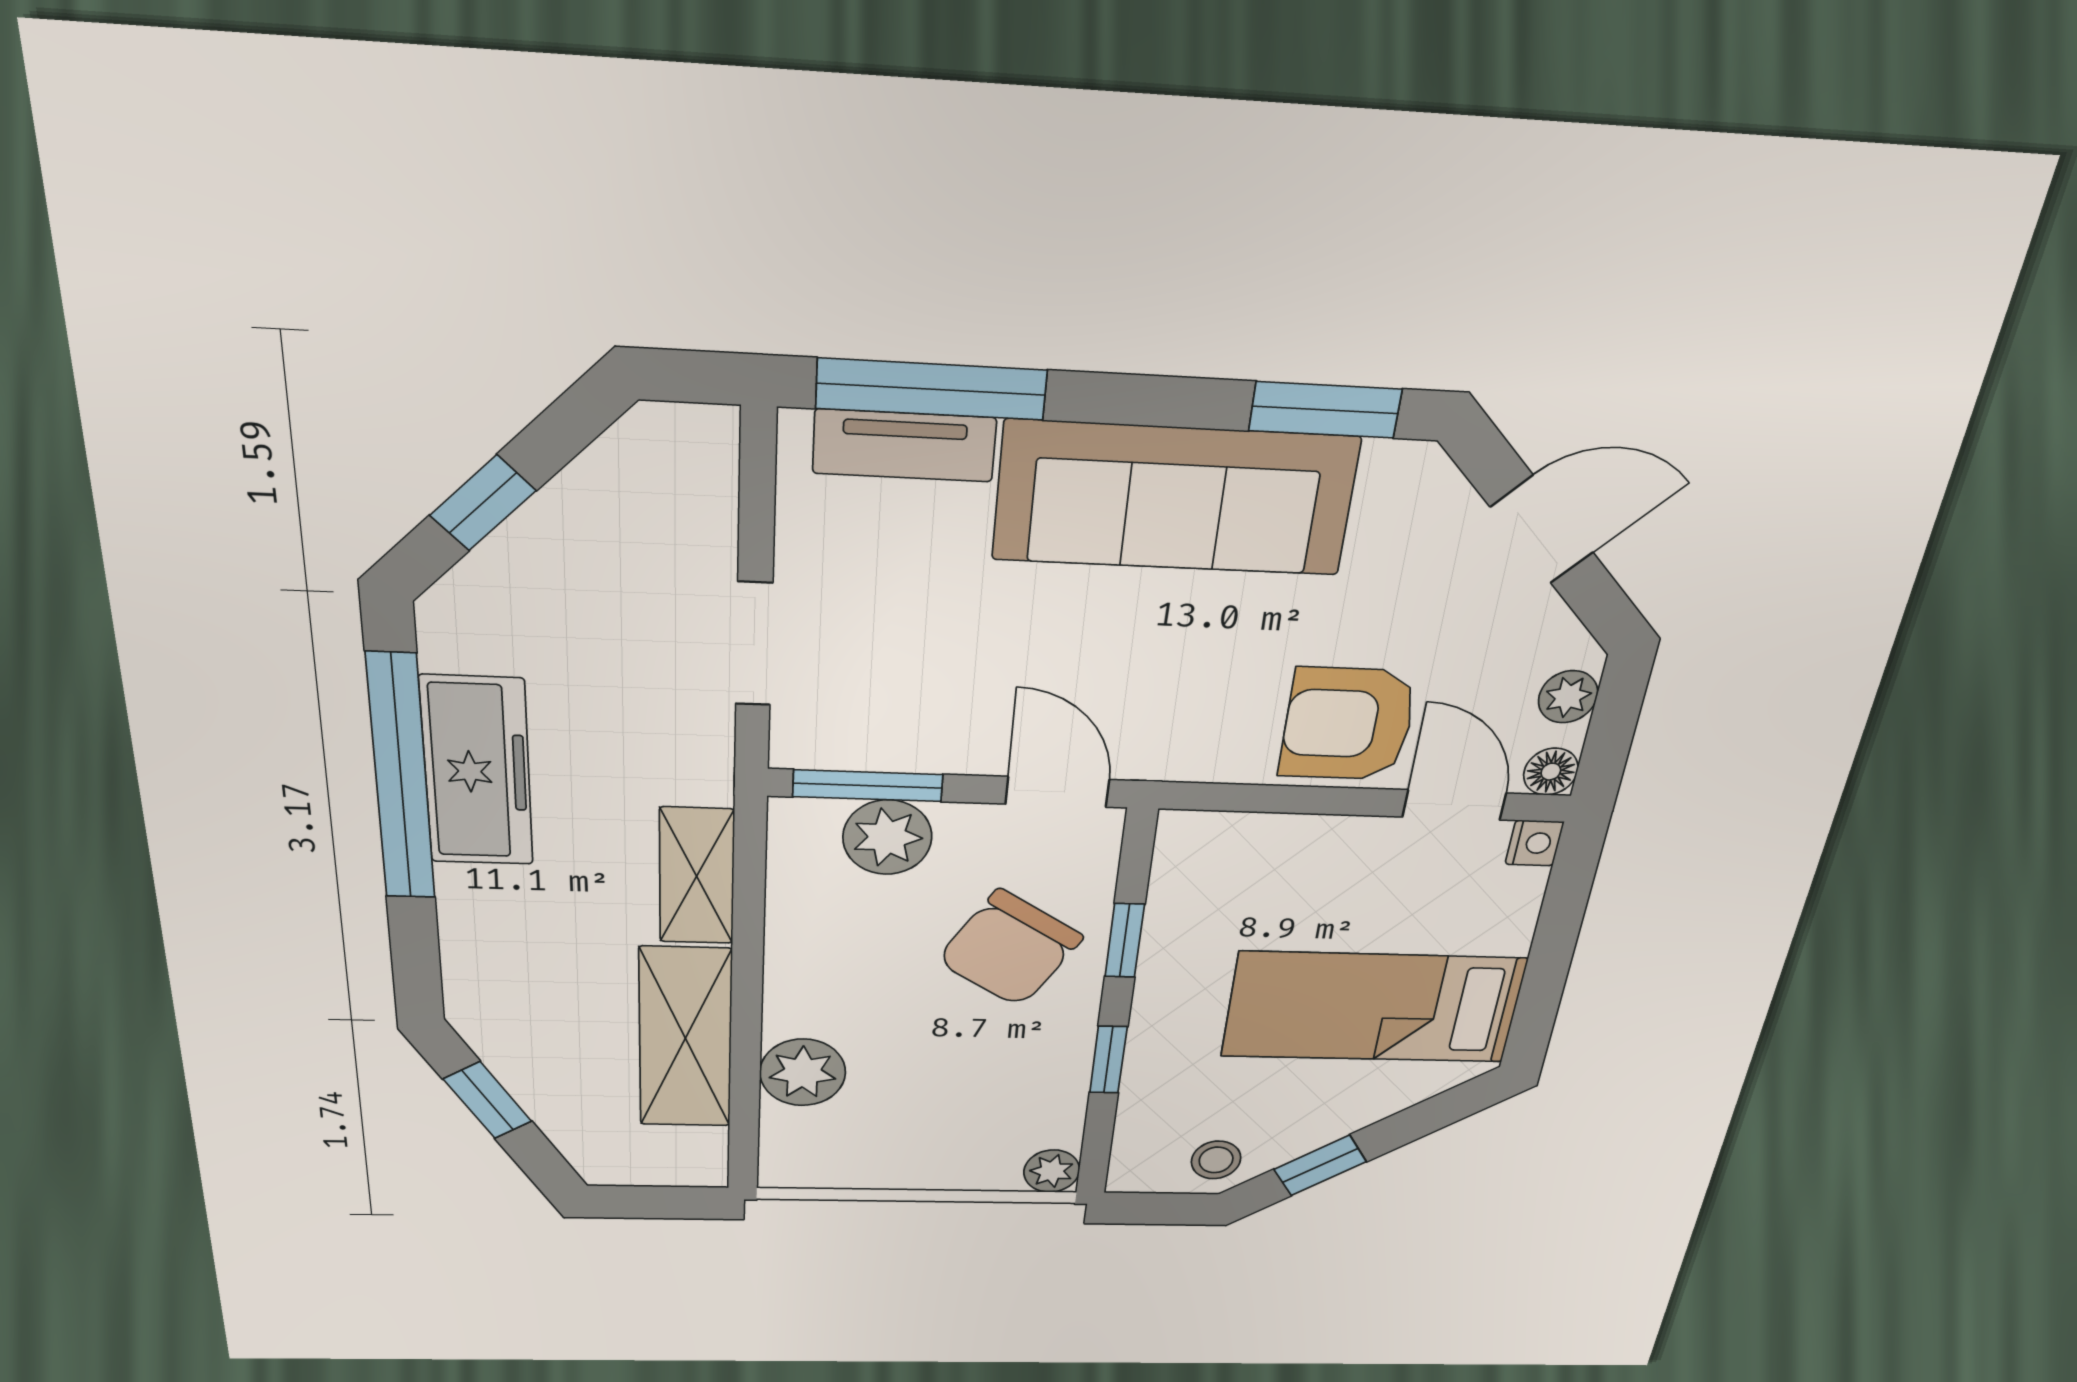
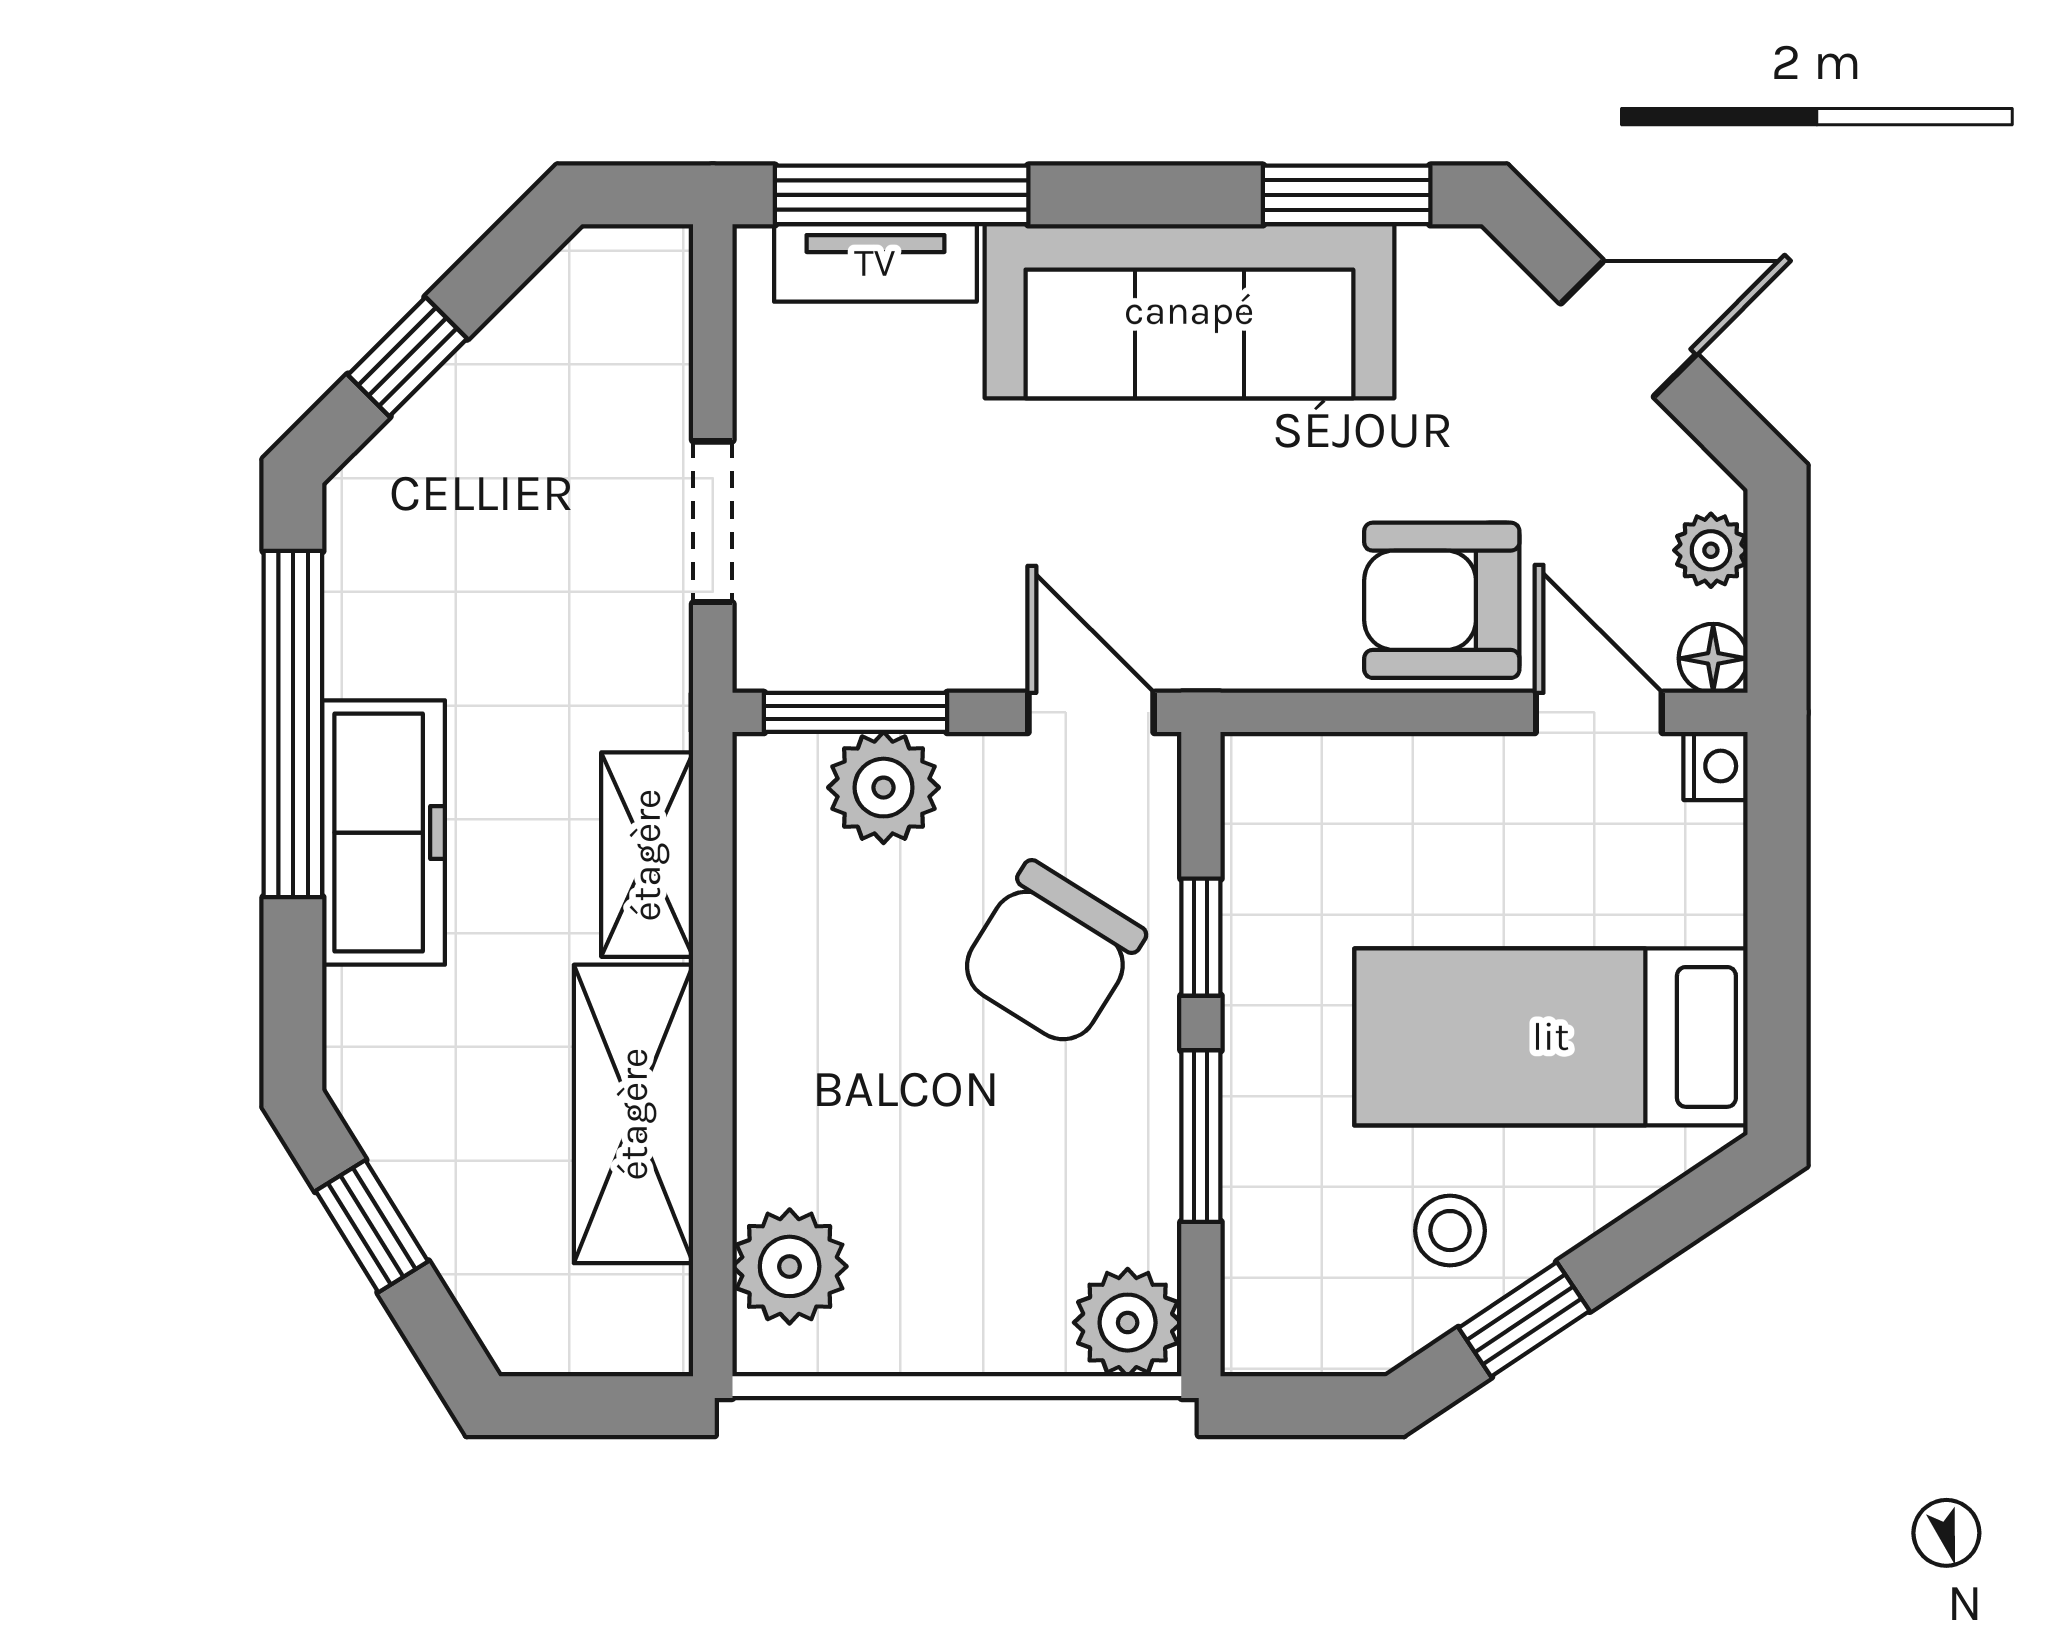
freezer: (477, 772) -> (384, 833), moved
window: (1108, 1060) -> (1201, 1136), width x1.50
plant: (803, 1072) -> (790, 1266), moved
stool: (1216, 1160) -> (1450, 1231), moved
plant: (1052, 1171) -> (1128, 1323), width x1.38, depth x1.38

